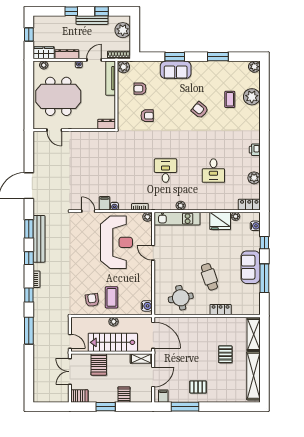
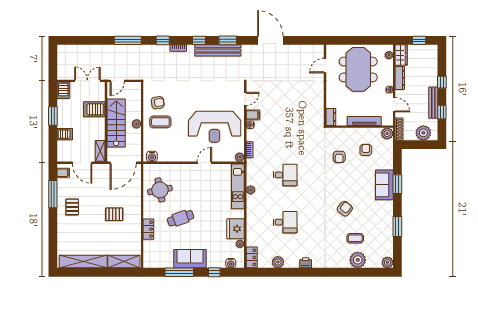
tv unit: (111, 78) -> (364, 121), moved
desk: (213, 171) -> (285, 222), turned 180
pallet: (225, 354) -> (114, 214), moved

